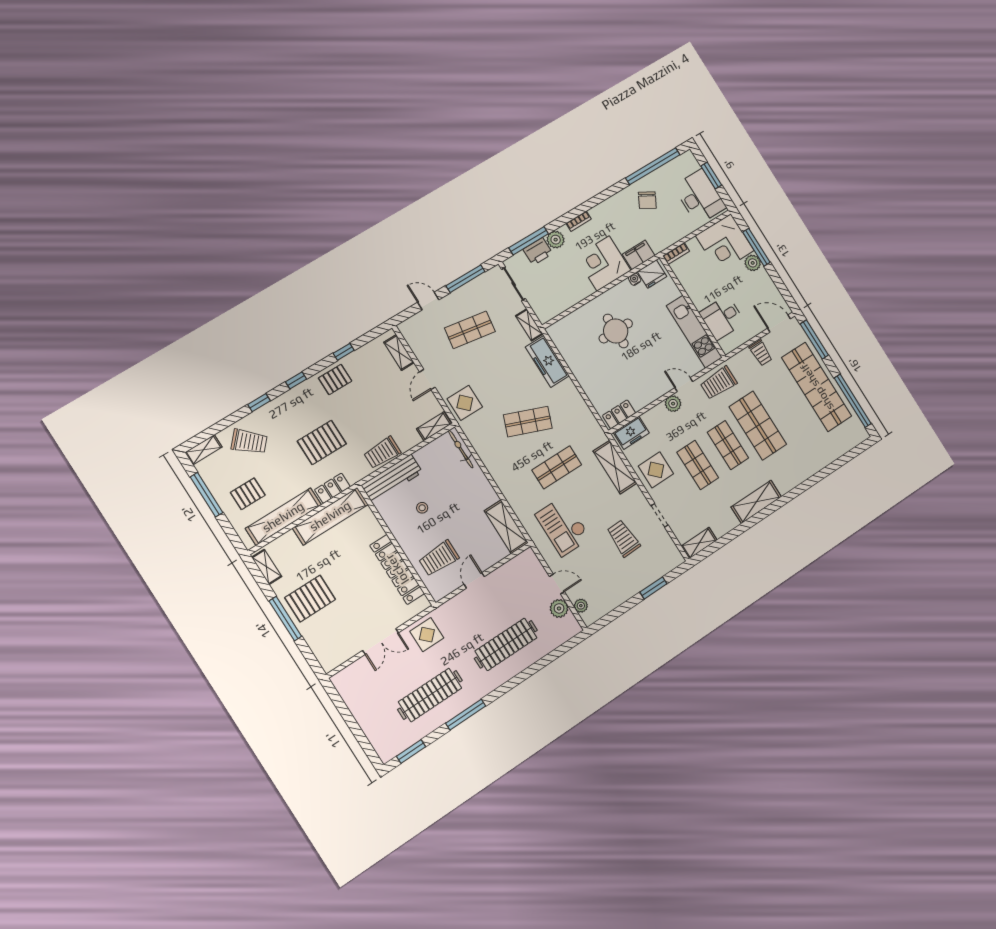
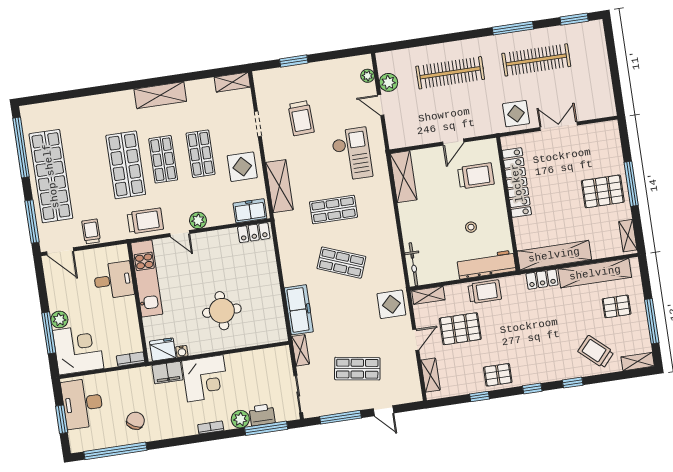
pallet: (322, 442) -> (460, 329), moved

